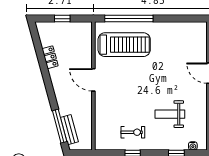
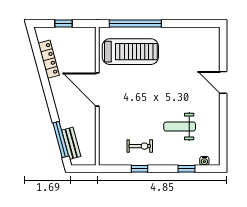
locker: (50, 57) -> (49, 59), width x1.53
door: (93, 80) -> (97, 90), width x1.36

